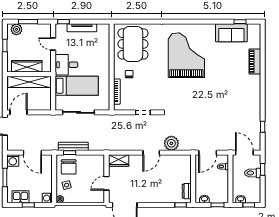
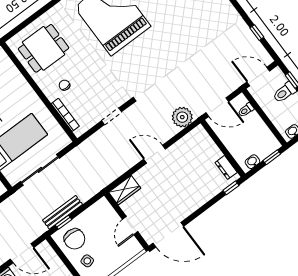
dining table: (133, 44) -> (44, 48), width x0.73
plant: (171, 143) -> (182, 117), moved
door: (151, 153) -> (155, 154), swing flipped
door: (208, 153) -> (217, 107), hinge flipped

